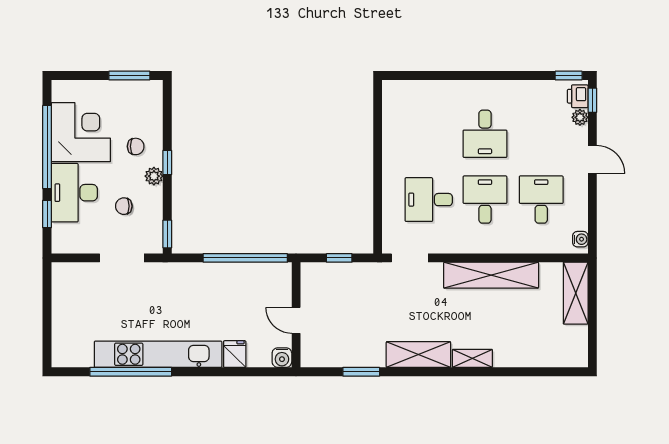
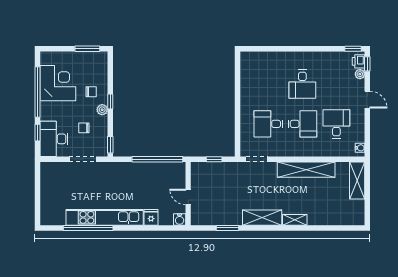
desk: (74, 193) -> (54, 139), moved
desk: (485, 200) -> (302, 124), turned 90

